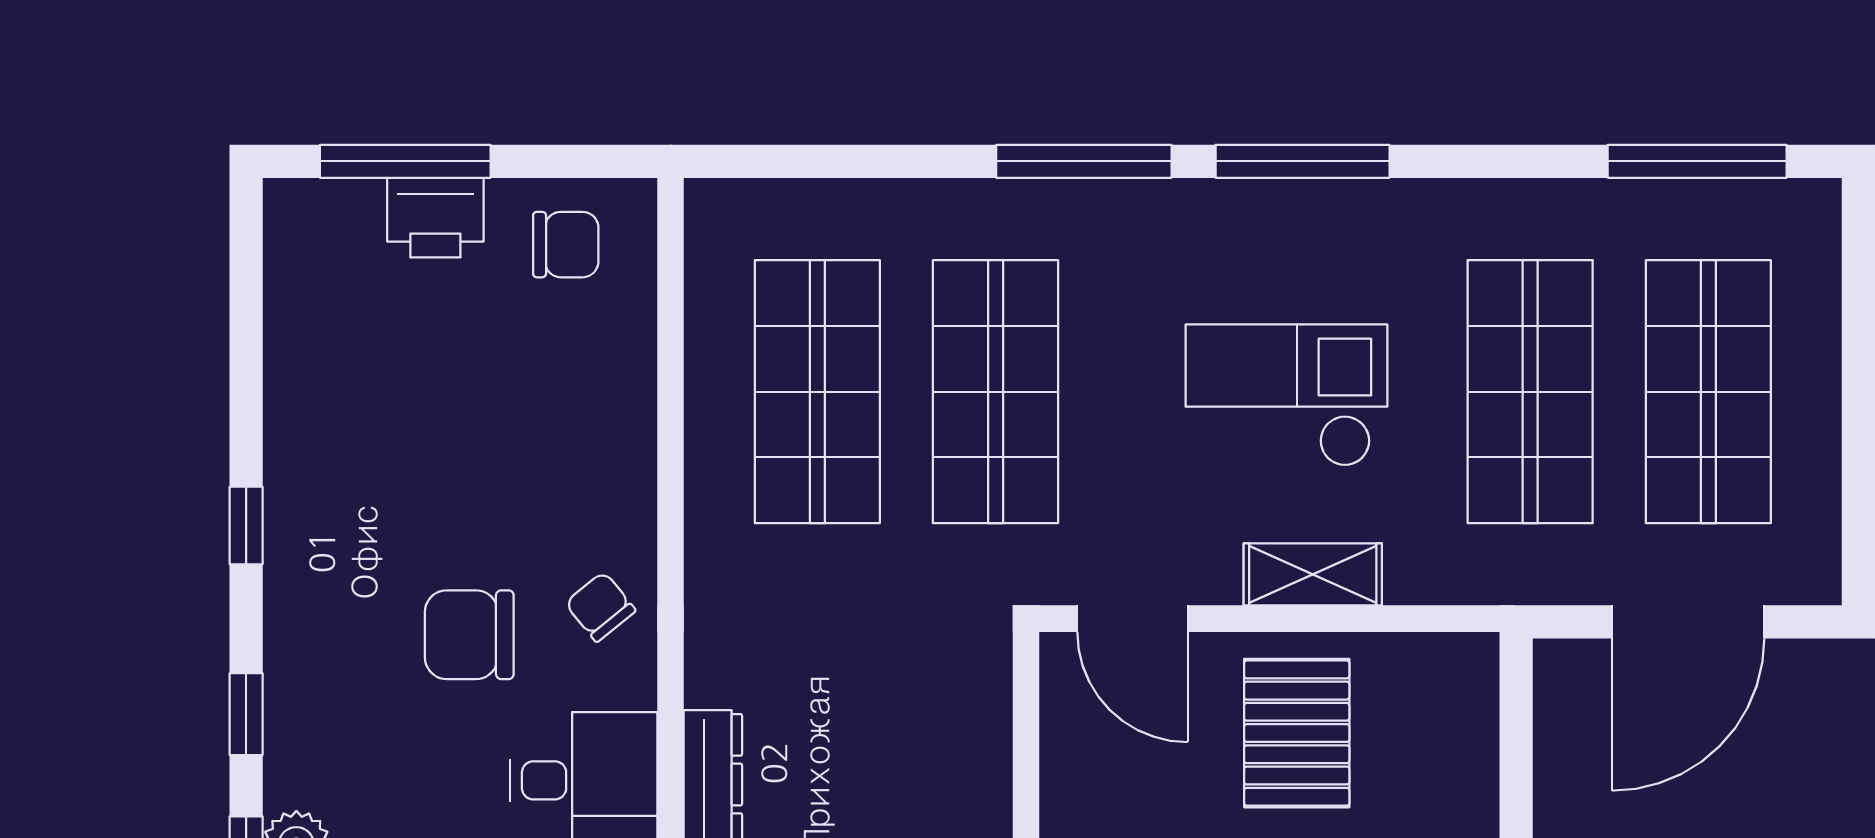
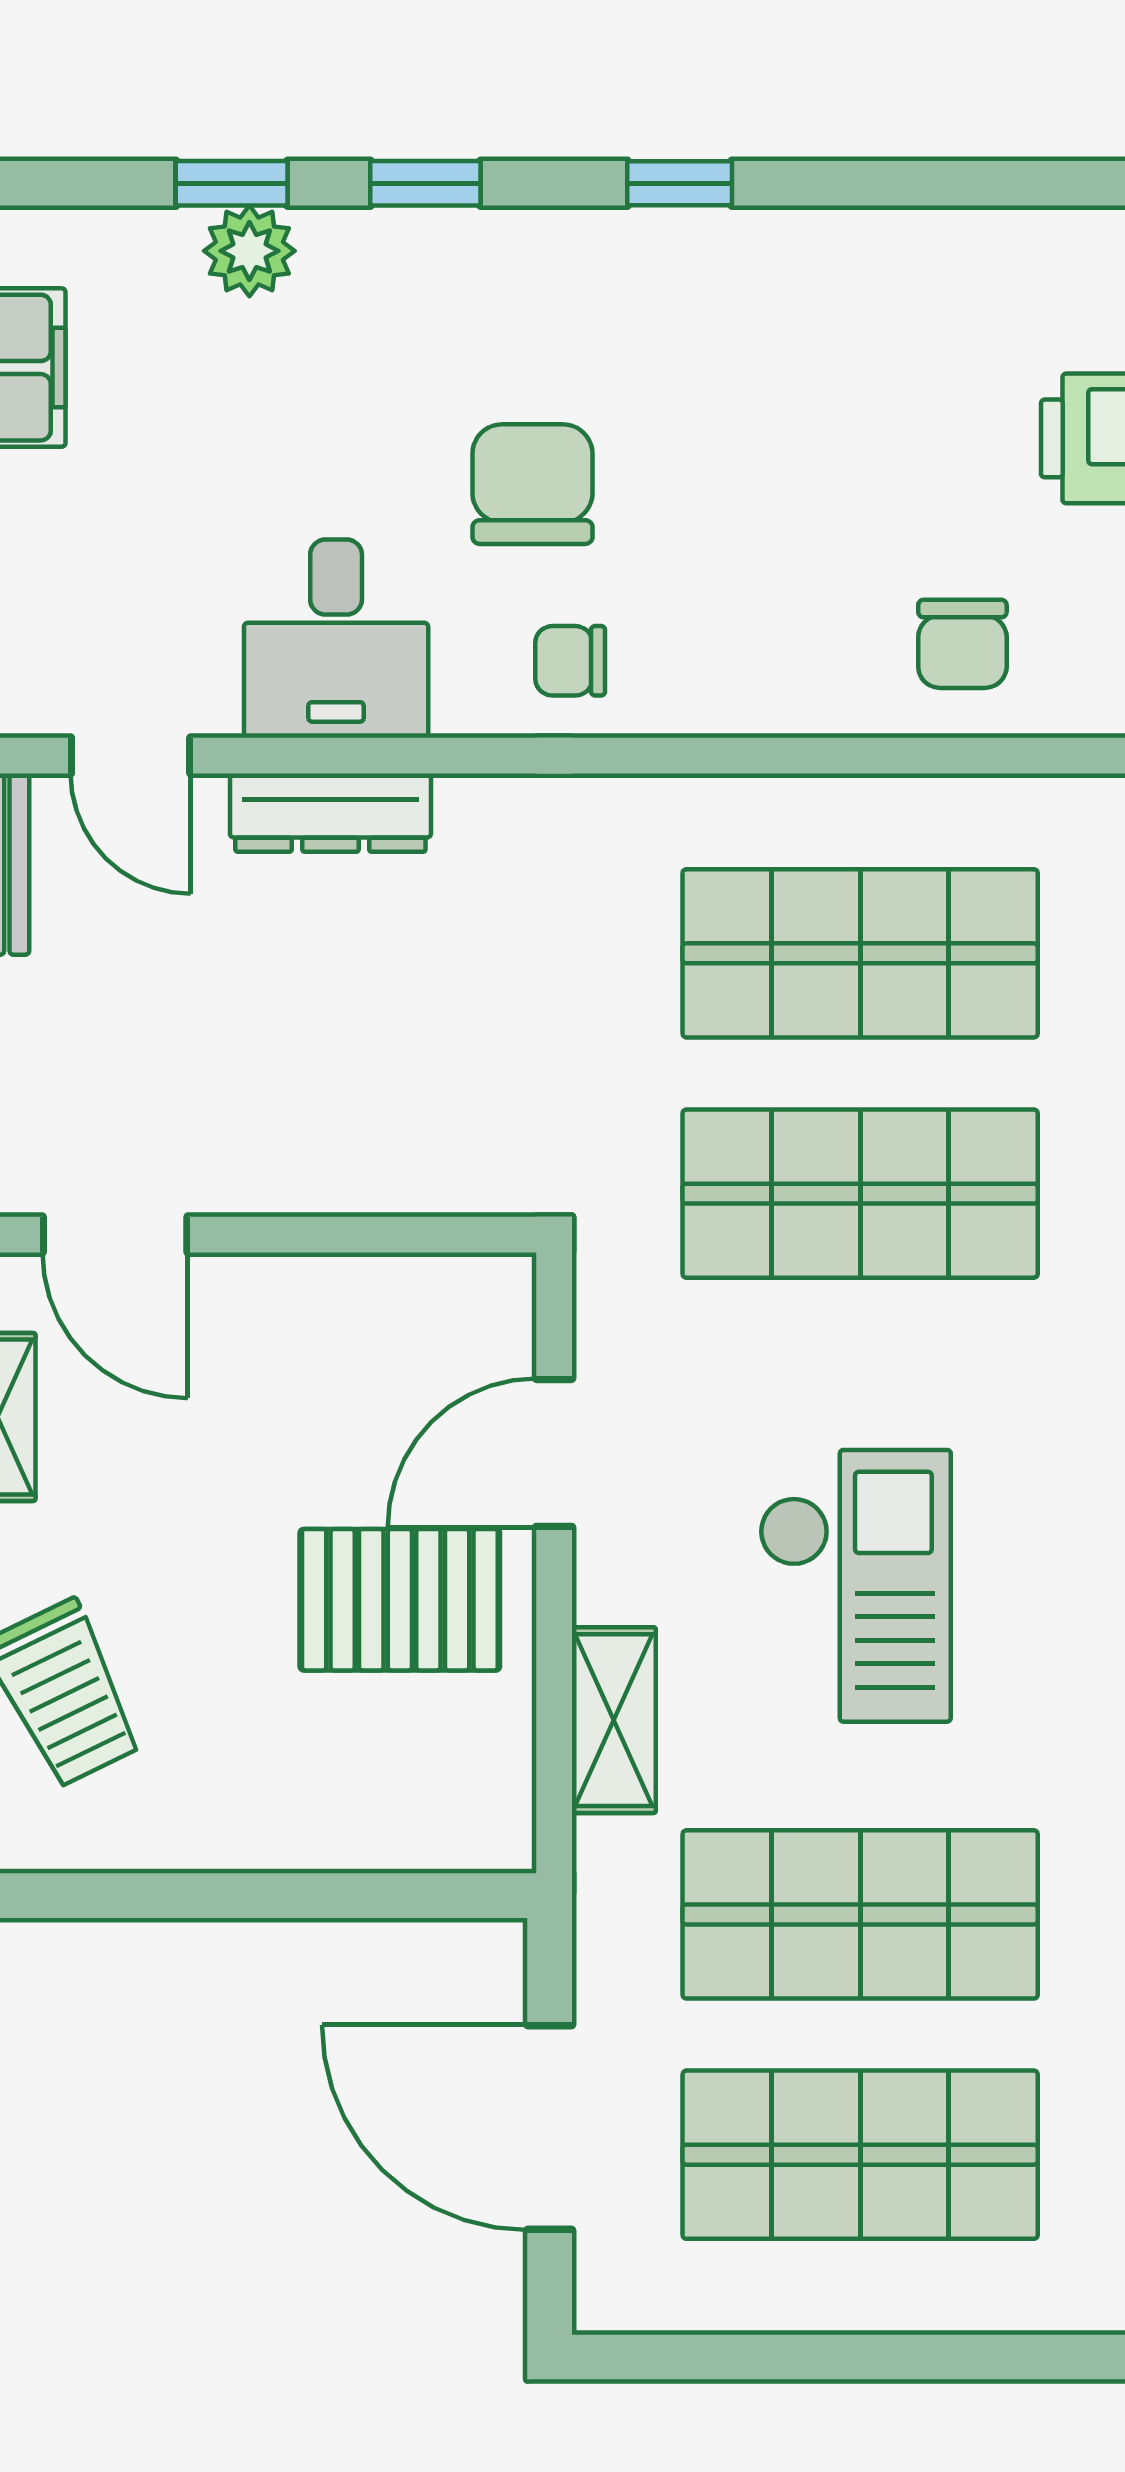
chair: (566, 245) -> (962, 644), moved
shelving: (1313, 574) -> (614, 1720), moved
chair: (600, 607) -> (570, 661), turned -141
door: (1133, 619) -> (554, 1453), moved

